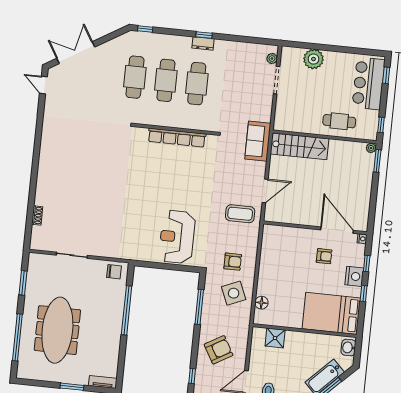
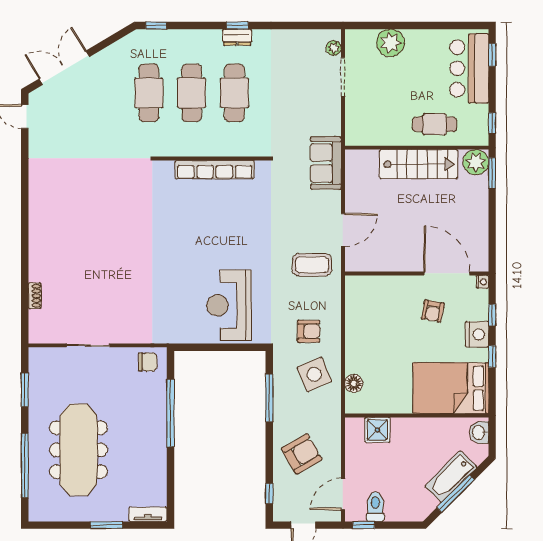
stairs: (299, 146) -> (419, 164), moved
plant: (371, 148) -> (476, 162), width x1.88, depth x1.88
armchair: (324, 256) -> (433, 311), turned 100

